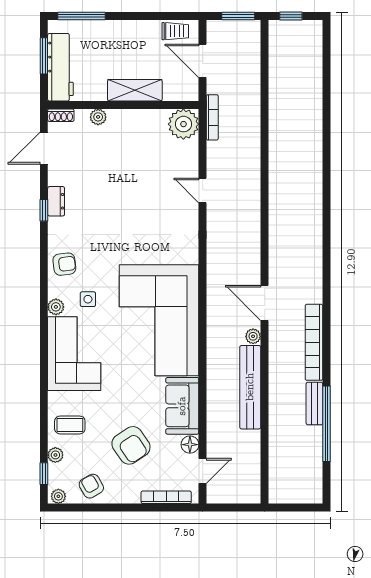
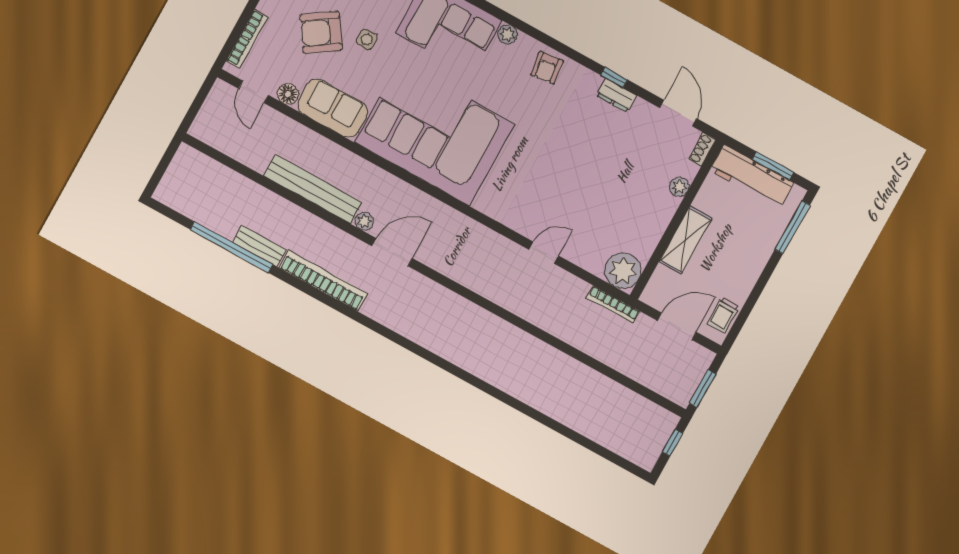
side table: (88, 299) -> (367, 39), moved

